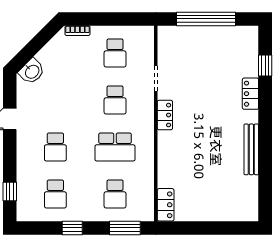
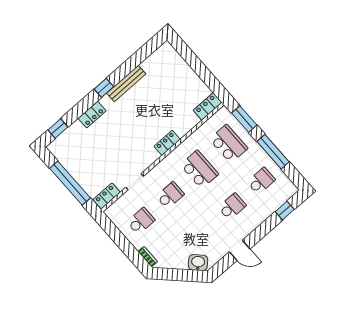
locker: (165, 42) -> (107, 196), added
window: (265, 66) -> (58, 128), moved
locker: (165, 115) -> (167, 143), moved
window: (265, 126) -> (104, 88), added
school desk: (115, 194) -> (229, 144), width x1.85
window: (72, 228) -> (273, 152), width x2.17

